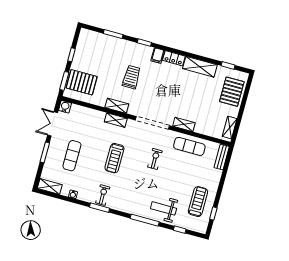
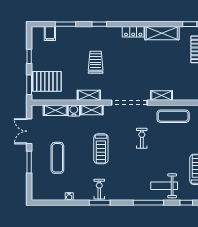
filing cabinet: (158, 56) -> (50, 34), moved
water cooler: (65, 107) -> (74, 110), moved
shelving: (50, 186) -> (55, 110), moved

